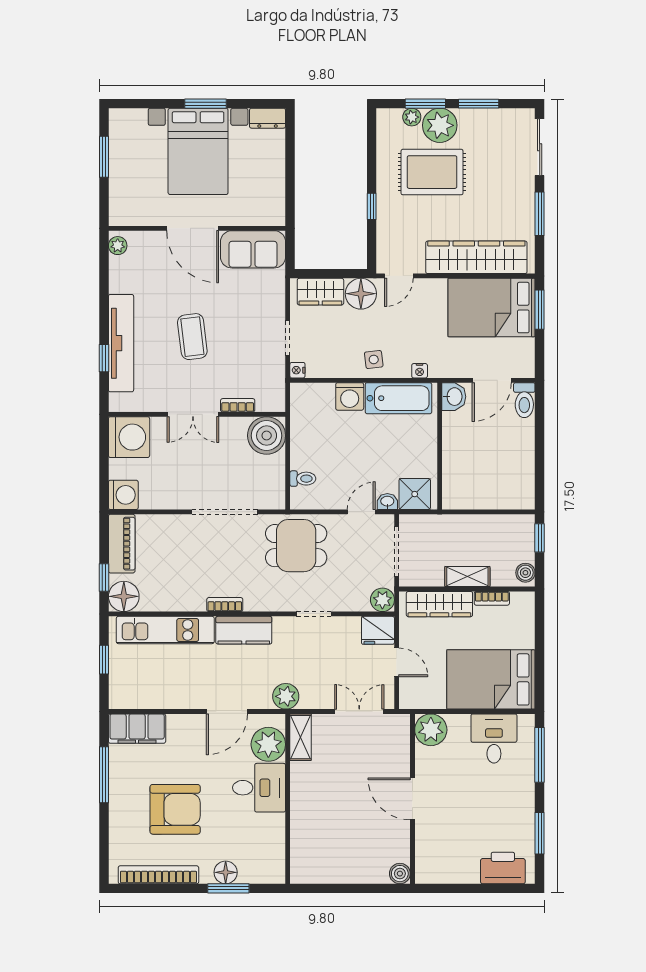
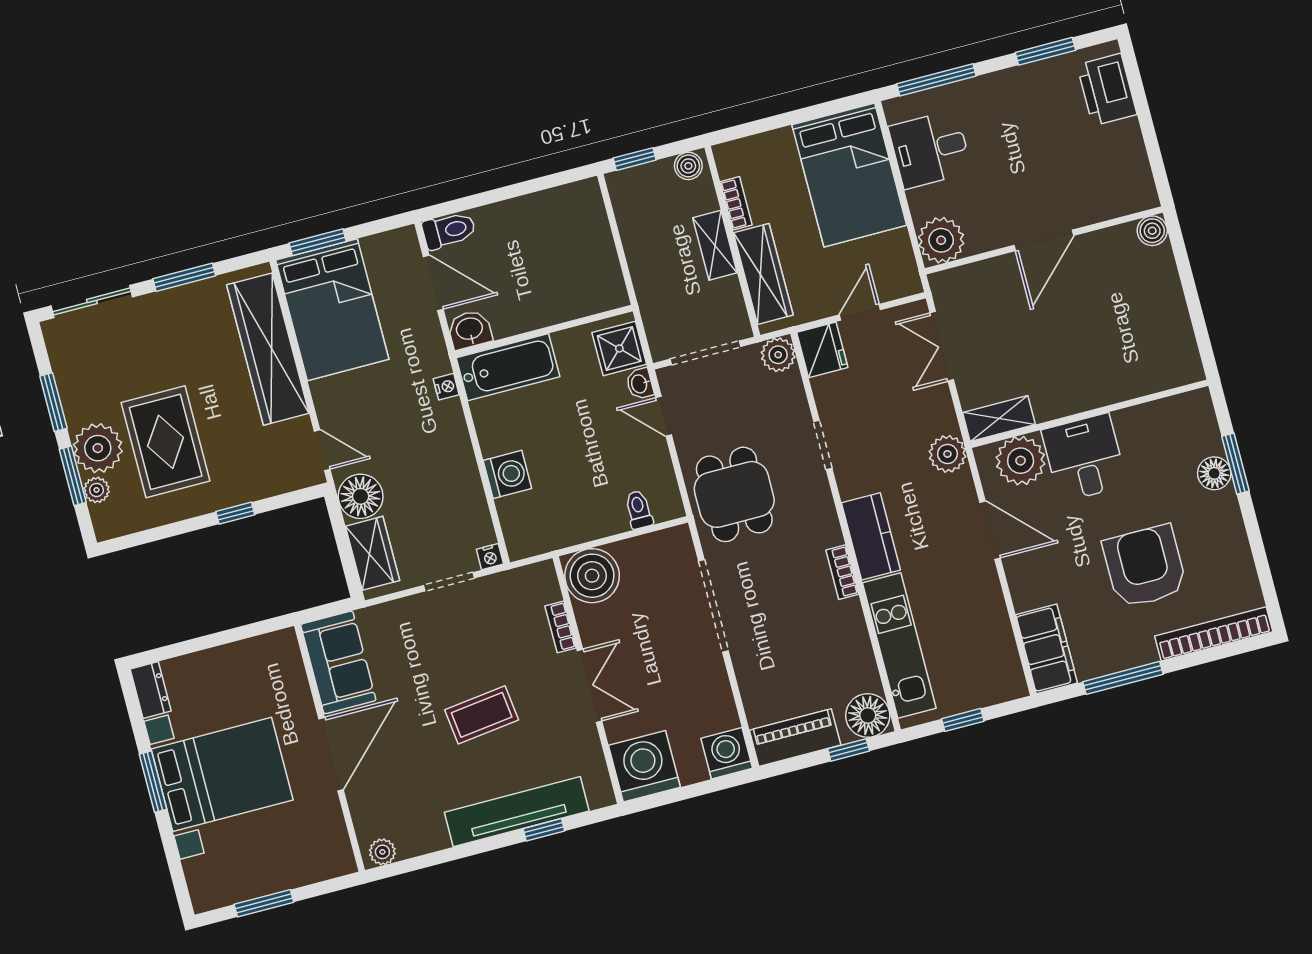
side table: (374, 359) -> (447, 455), removed
bathtub: (398, 398) -> (508, 367), moved, turned 90
bookcase: (158, 875) -> (1214, 634), moved, turned 90

